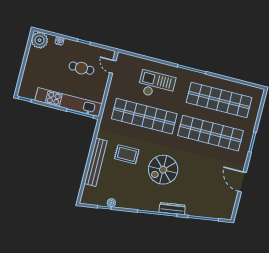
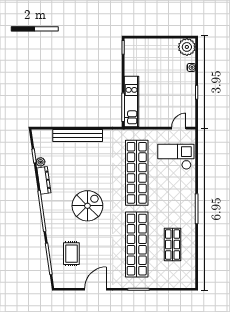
cafe table: (81, 68) -> (169, 97), removed
checkout: (157, 85) -> (176, 157), moved, turned -90
shop shelf: (219, 100) -> (173, 245), width x0.50, depth x0.74
kitchen unit: (68, 102) -> (131, 102), width x0.73
rug: (127, 154) -> (71, 254), moved
spiral stairs: (163, 170) -> (87, 206), turned 90
dresser: (172, 209) -> (44, 180), moved

